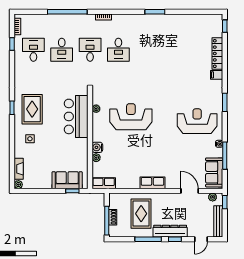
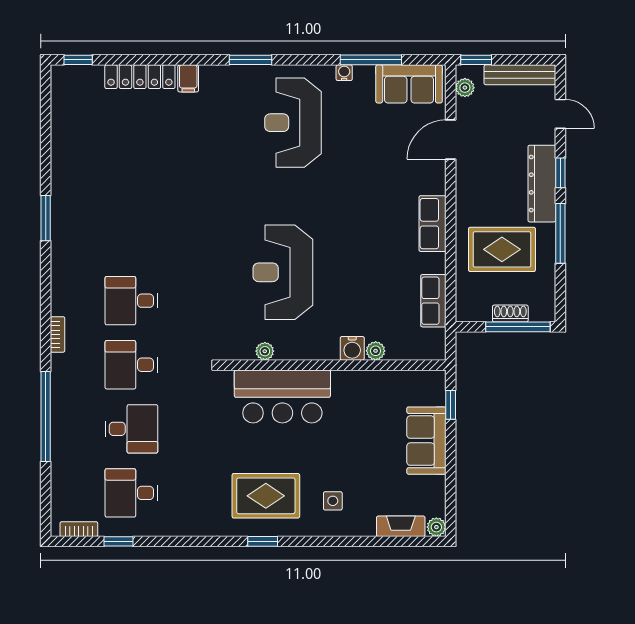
desk: (118, 50) -> (131, 301), turned 180
sofa: (67, 180) -> (426, 441), moved
row of seats: (104, 183) -> (433, 301), moved

